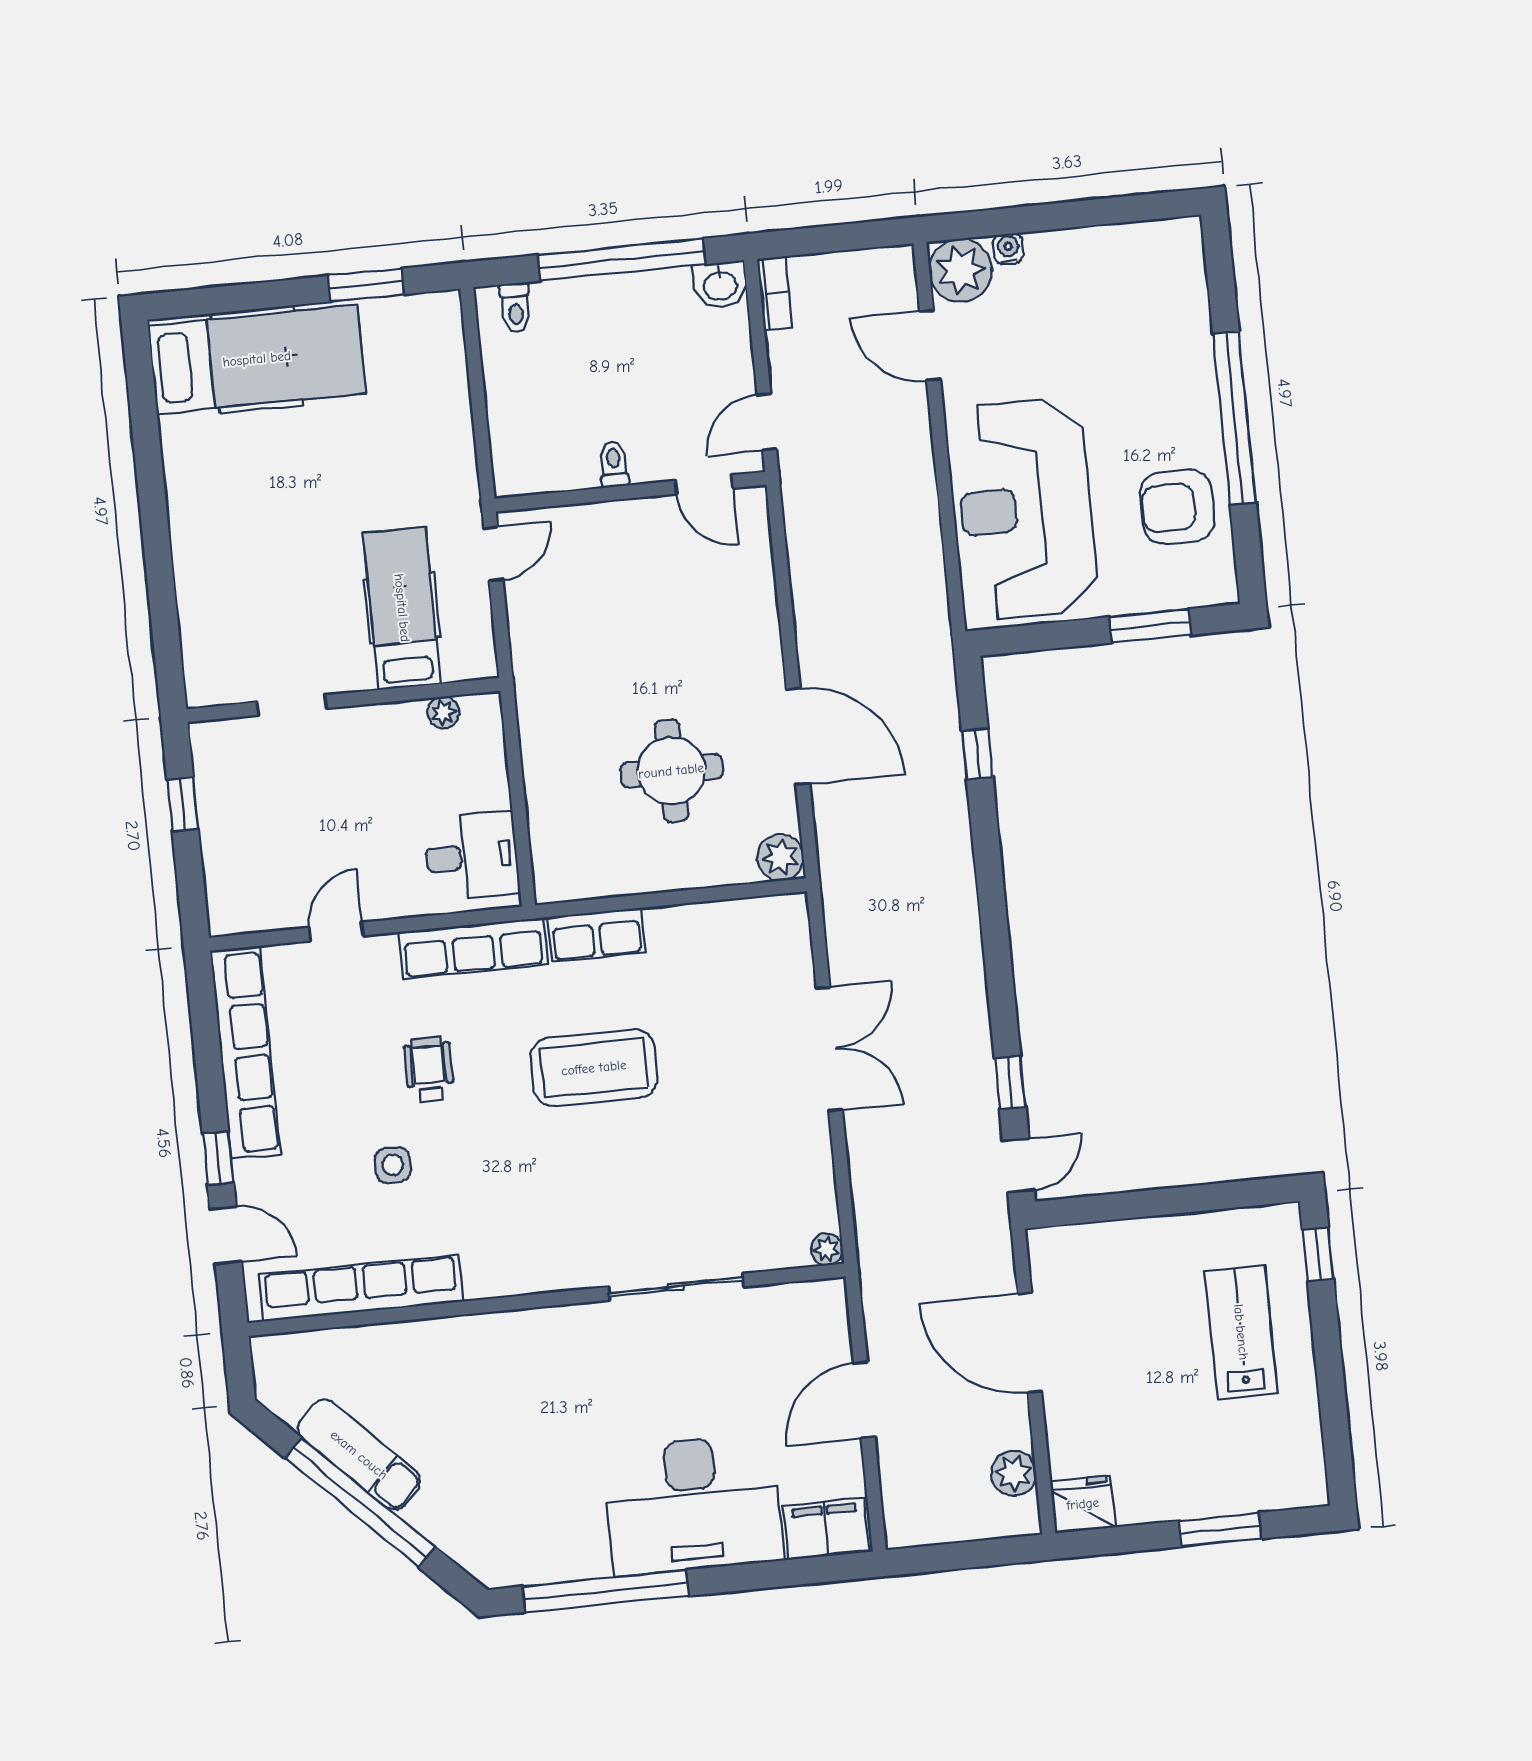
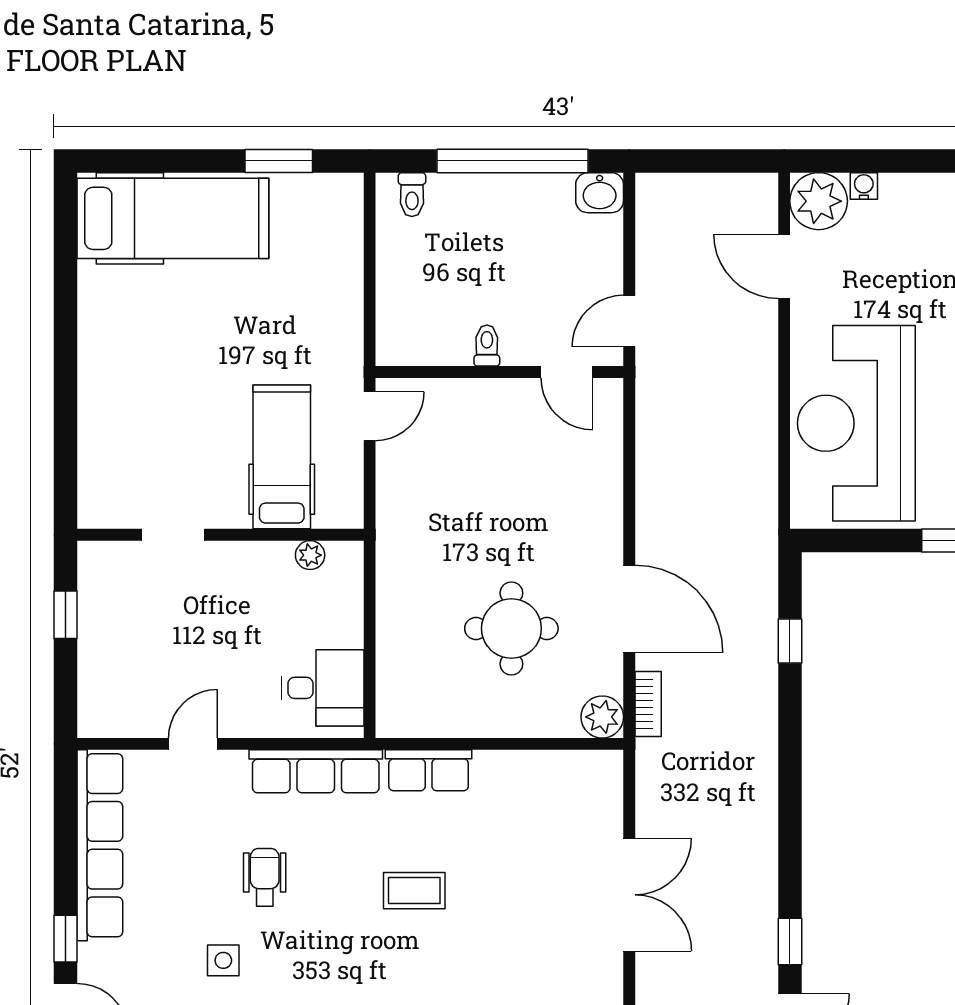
bookcase: (775, 293) -> (648, 704), moved
coffee table: (594, 1068) -> (414, 891), width x0.54, depth x0.58

